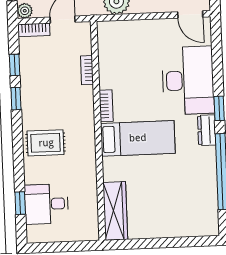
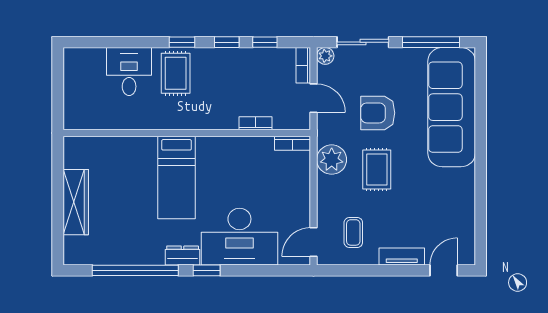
bookcase: (106, 106) -> (293, 143), moved
window: (20, 203) -> (182, 42), moved
desk: (46, 204) -> (129, 72), moved
wardrobe: (115, 211) -> (76, 202), moved, turned -90

